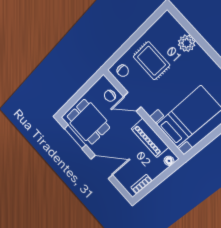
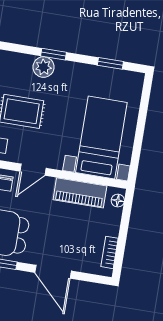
window: (200, 40) -> (54, 54), added
door: (102, 167) -> (53, 272), swing flipped

